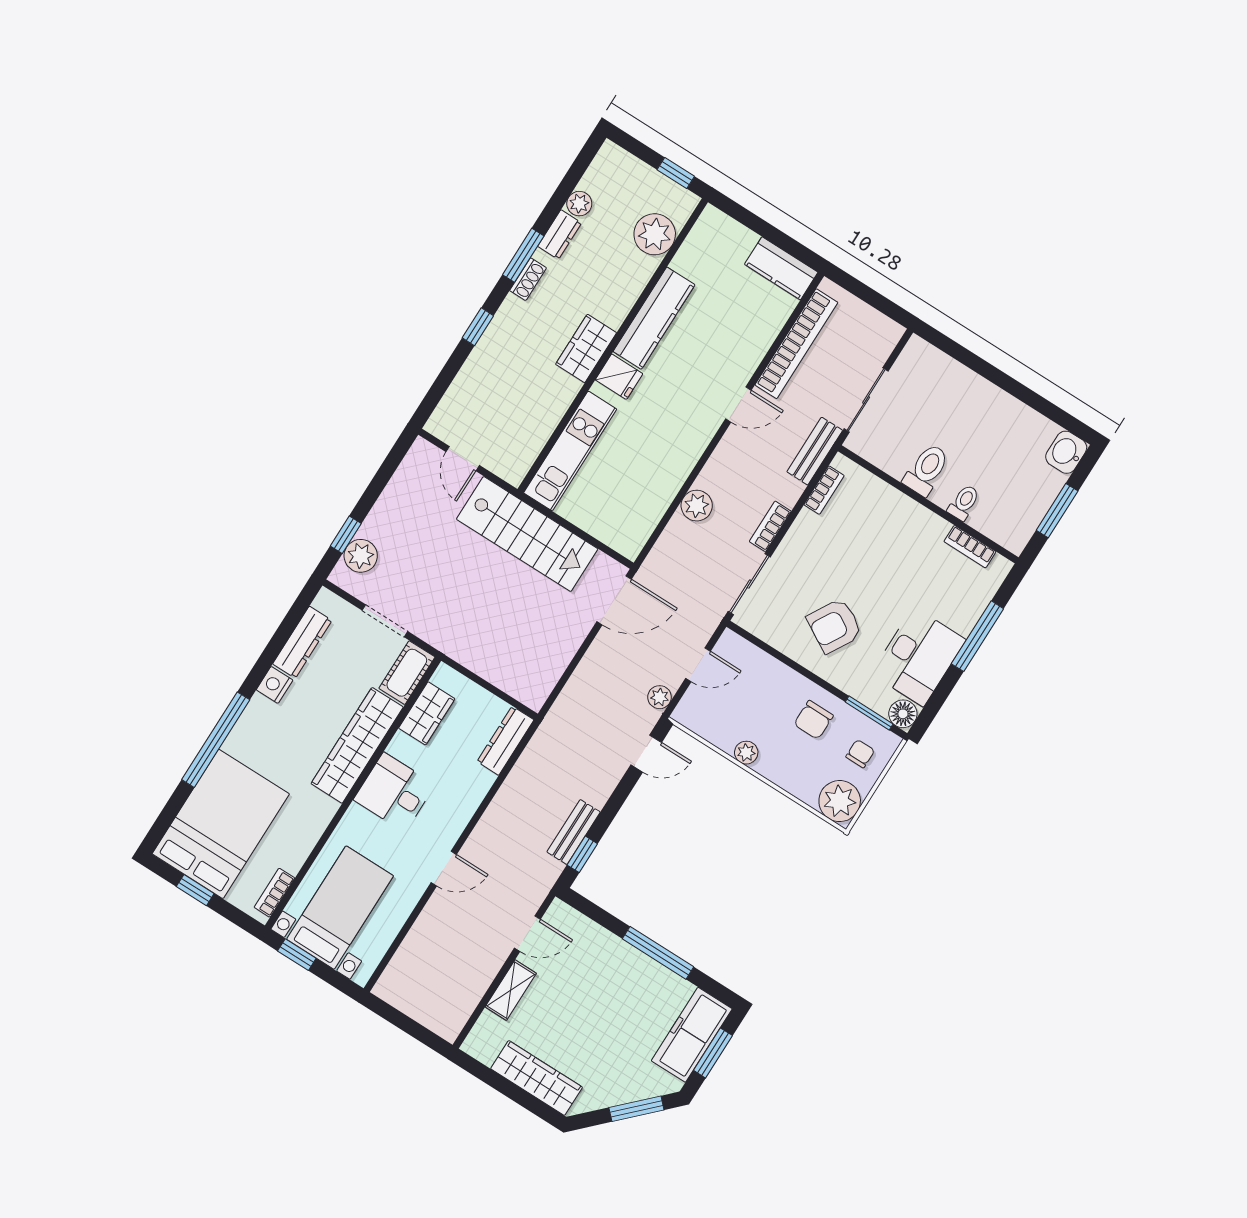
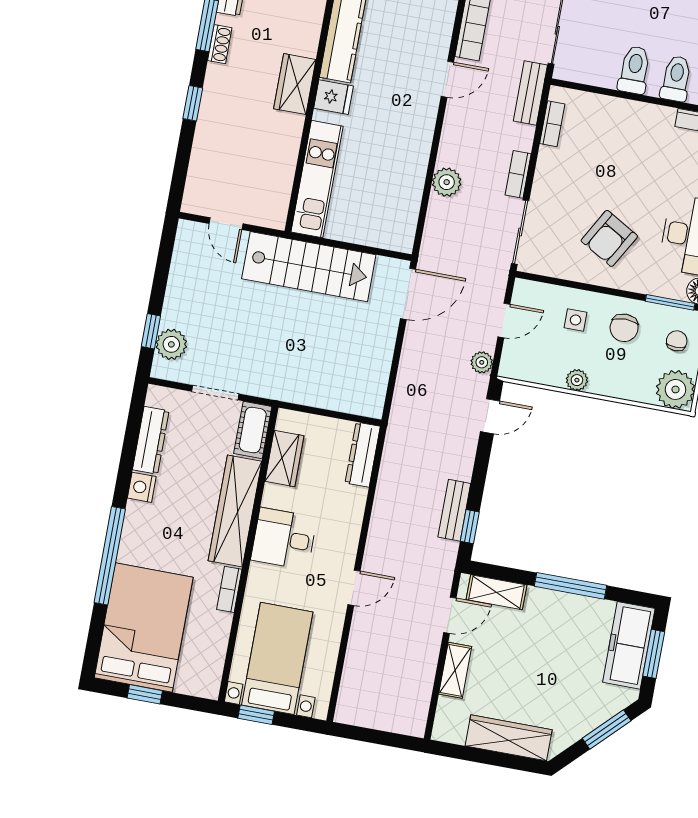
toilet: (964, 502) -> (676, 79), width x1.37, depth x1.39
side table: (769, 693) -> (576, 320), added
bookcase: (274, 893) -> (229, 589), moved
shelving: (582, 930) -> (496, 592), added

